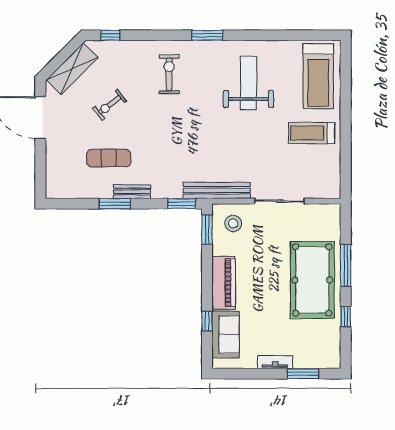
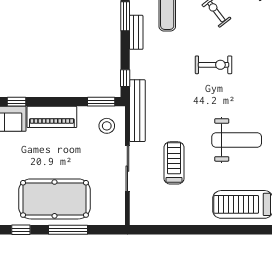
exercise bike: (169, 74) -> (214, 65), moved
treadmill: (312, 133) -> (174, 163), moved
window: (182, 204) -> (125, 78), width x0.67

